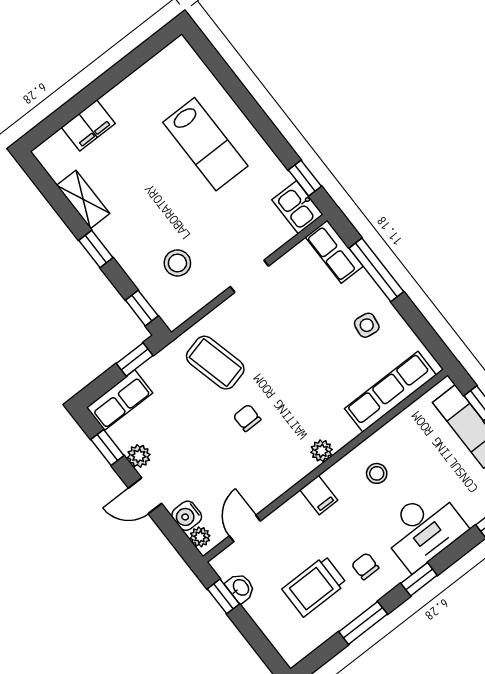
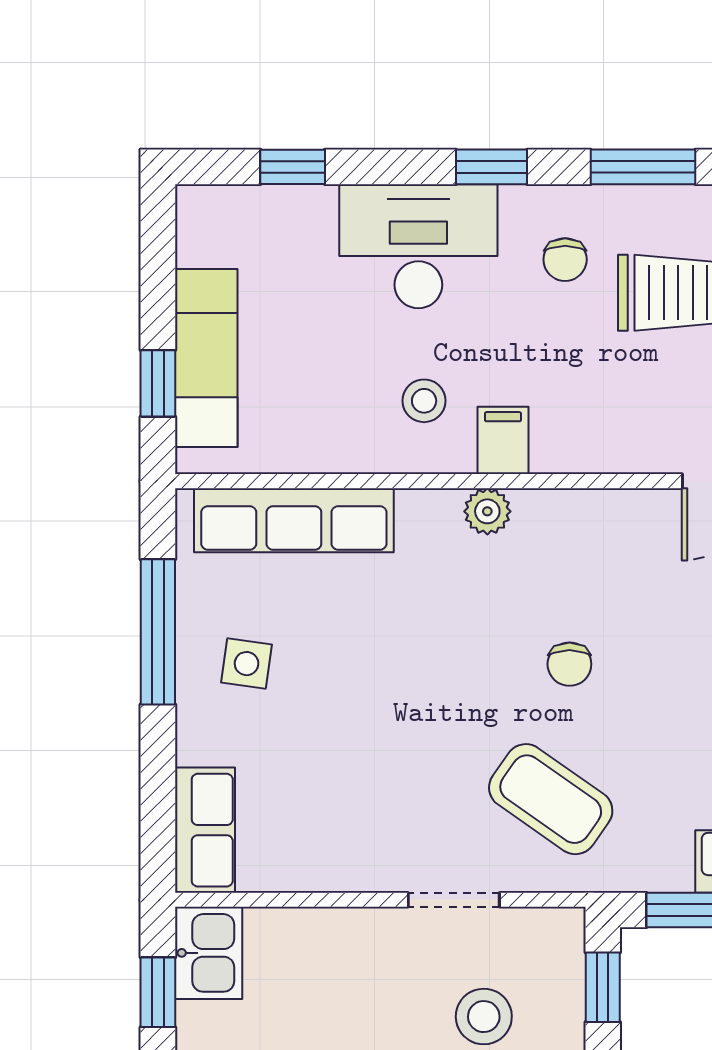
window: (376, 270) -> (158, 632), moved
doorway: (249, 276) -> (454, 900), moved
coffee table: (215, 363) -> (551, 799), turned -41
filing cabinet: (319, 495) -> (503, 440), moved

